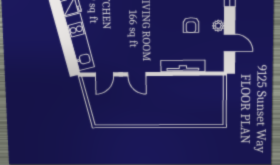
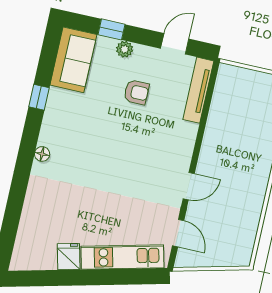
plant: (218, 26) -> (125, 49), moved
tv unit: (183, 66) -> (198, 90), moved

